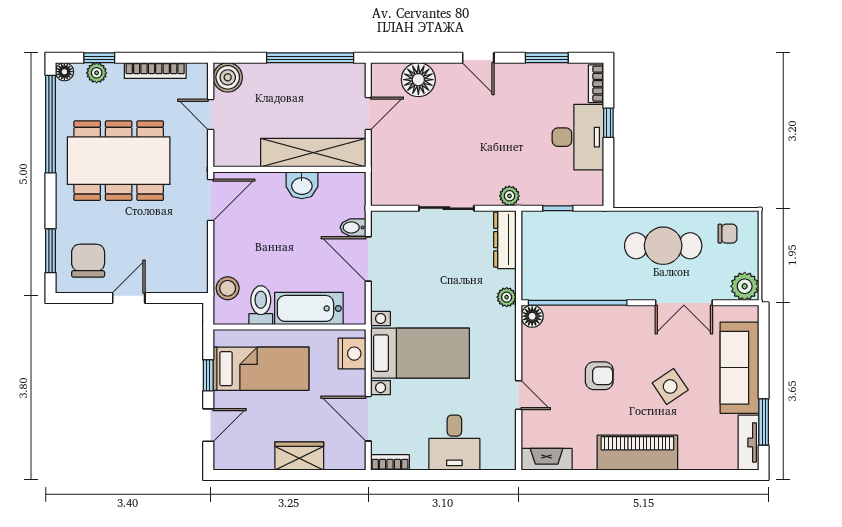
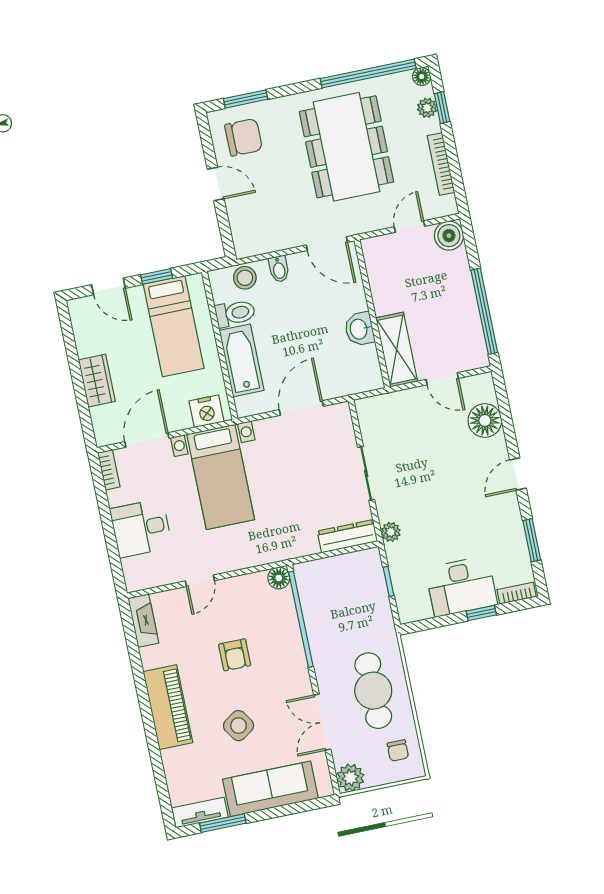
shelving: (313, 153) -> (397, 350), width x0.68
bidet: (353, 227) -> (279, 269), moved, turned 180
plant: (507, 297) -> (292, 549), removed

